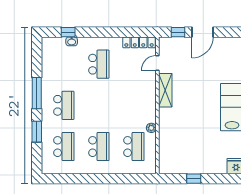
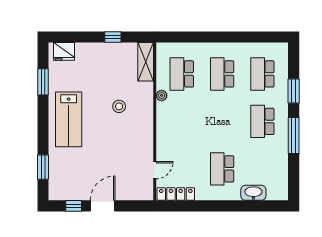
window: (68, 32) -> (257, 206), removed
window: (178, 32) -> (74, 206), moved
washbasin: (72, 41) -> (253, 193), width x1.91, depth x1.45
shelving: (165, 90) -> (146, 62), moved
stool: (188, 118) -> (119, 106), added

